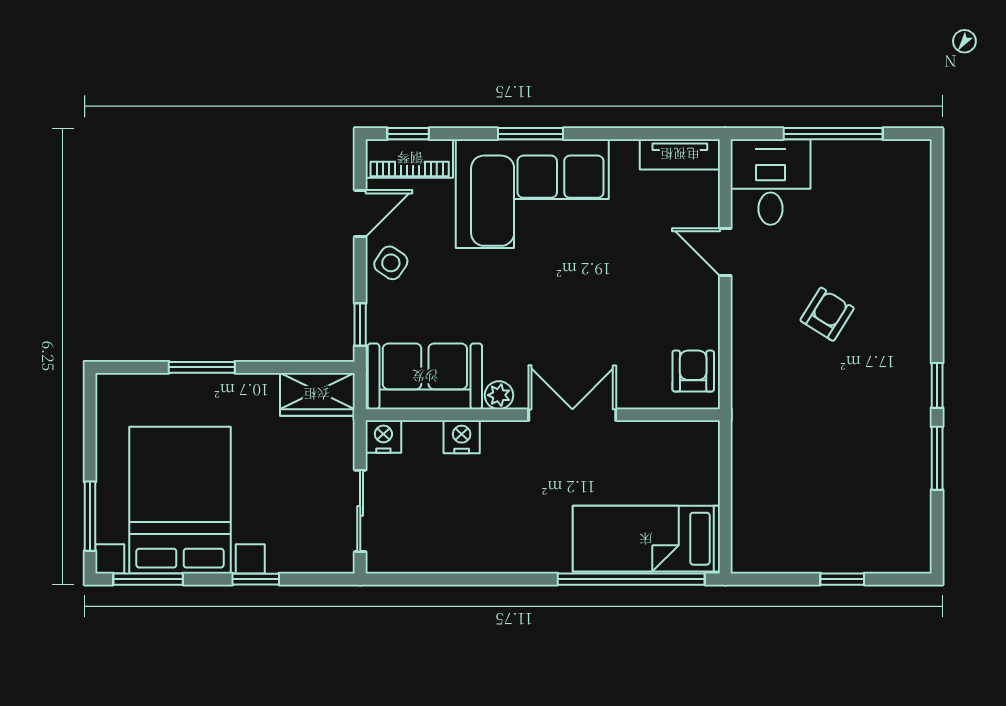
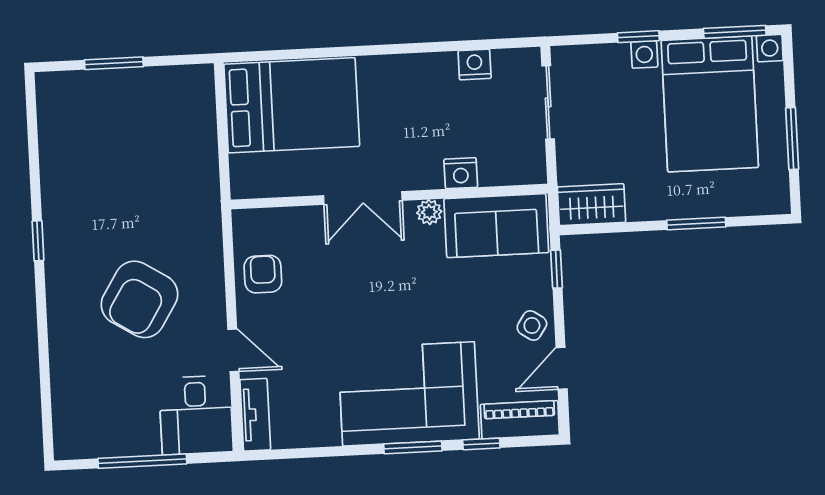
window: (408, 134) -> (481, 444), moved
tv unit: (680, 154) -> (255, 415), moved, turned 90
armchair: (827, 314) -> (139, 299), width x1.88, depth x1.88
armchair: (693, 371) -> (263, 274), moved, turned 180
nightstand: (383, 437) -> (475, 65), moved, turned 180
window: (937, 458) -> (35, 176), removed
window: (90, 516) -> (792, 139), moved
bed: (646, 539) -> (292, 105), width x1.50
window: (631, 579) -> (303, 54), removed
window: (842, 579) -> (114, 63), width x1.50

